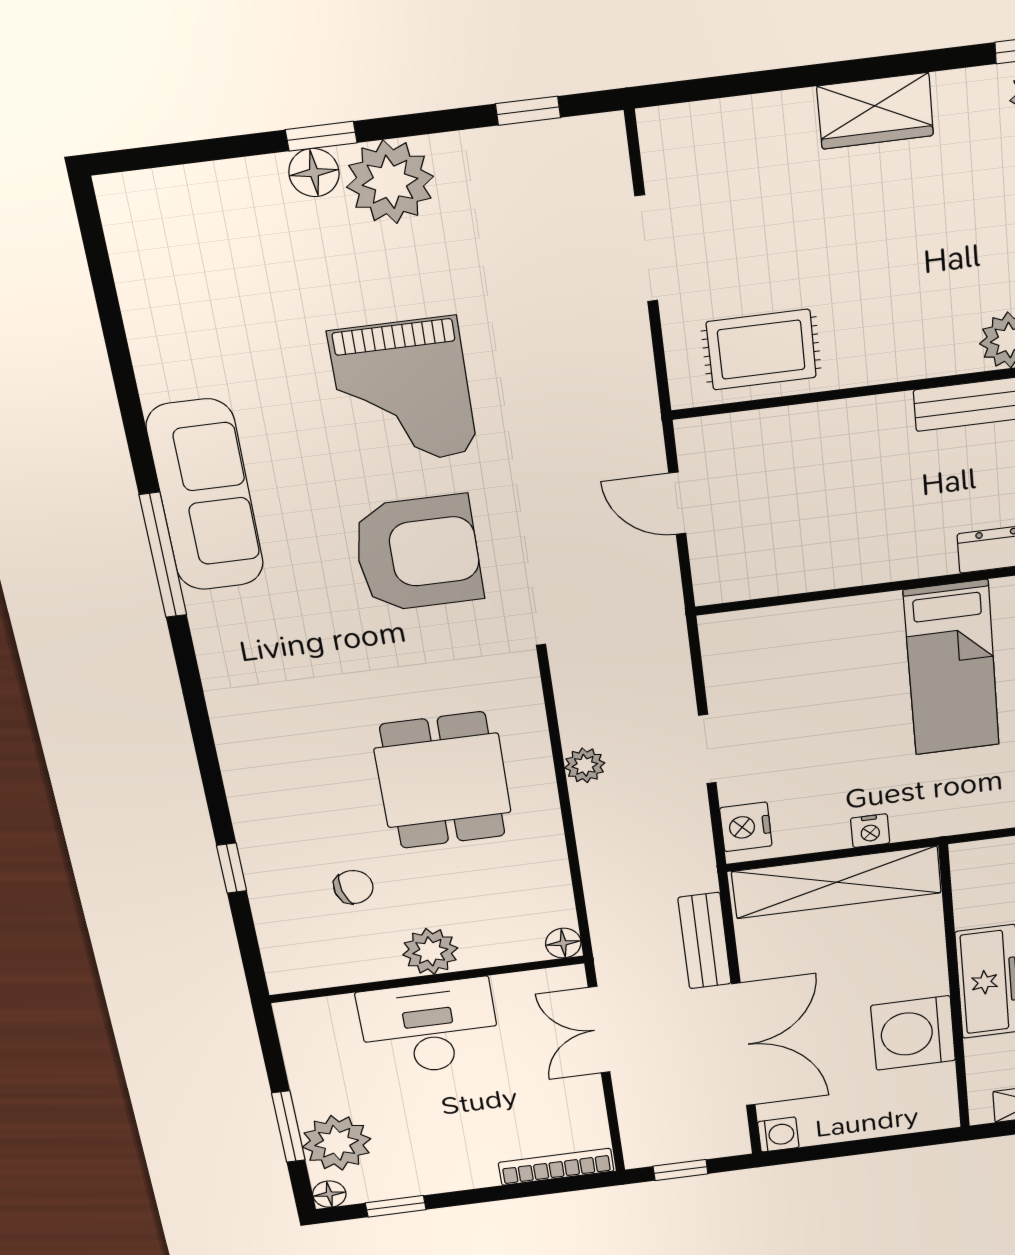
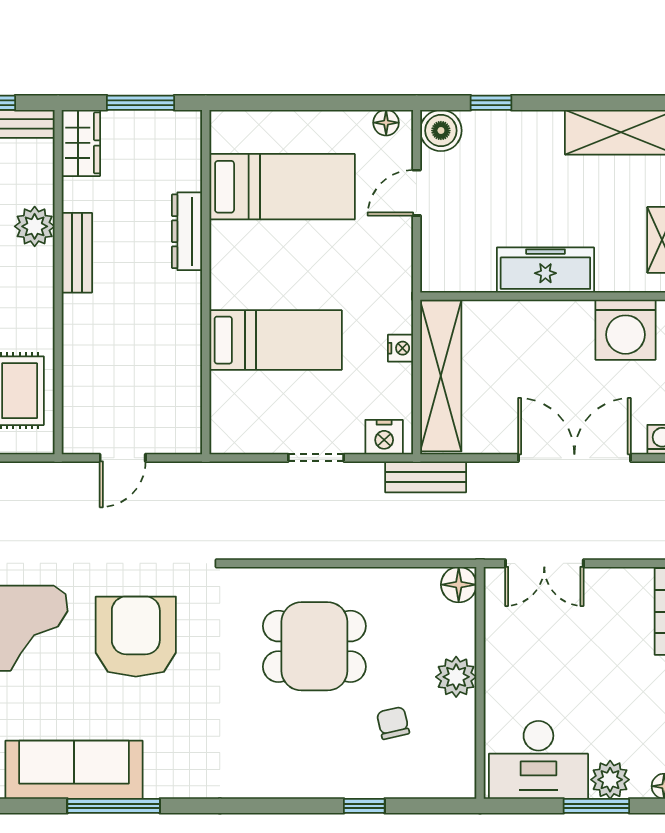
bed: (952, 668) -> (276, 340), moved
plant: (585, 765) -> (317, 545), removed
bench: (705, 941) -> (426, 477), moved
floor lamp: (563, 943) -> (459, 585), width x1.37, depth x1.37
desk: (429, 1027) -> (538, 760), moved, turned -90
washing machine: (913, 1033) -> (626, 330), moved
plant: (337, 1143) -> (610, 780), width x0.73, depth x0.73

